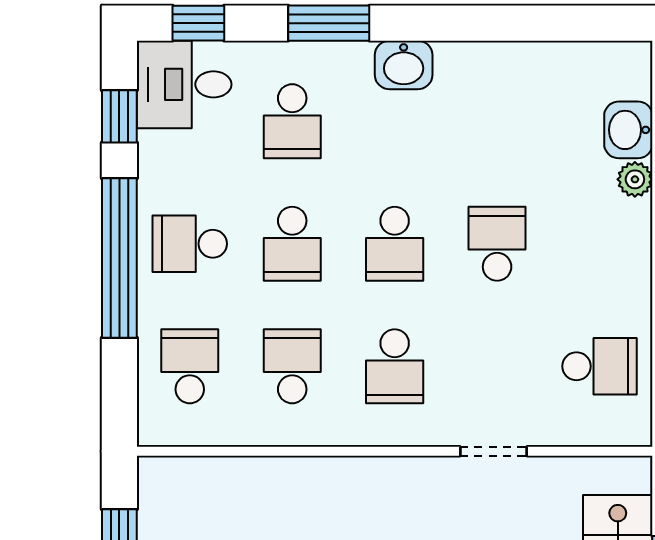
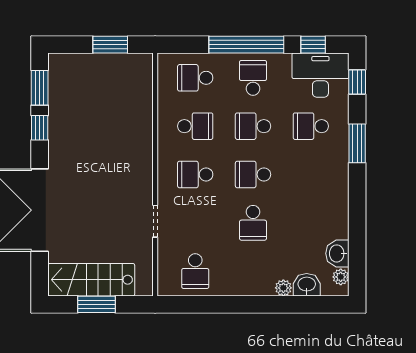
plant: (612, 58) -> (341, 277), added
washbasin: (404, 65) -> (337, 253), moved
desk: (184, 84) -> (320, 75), width x1.37
school desk: (497, 244) -> (253, 223), turned 90
school desk: (190, 366) -> (195, 78), turned 180

